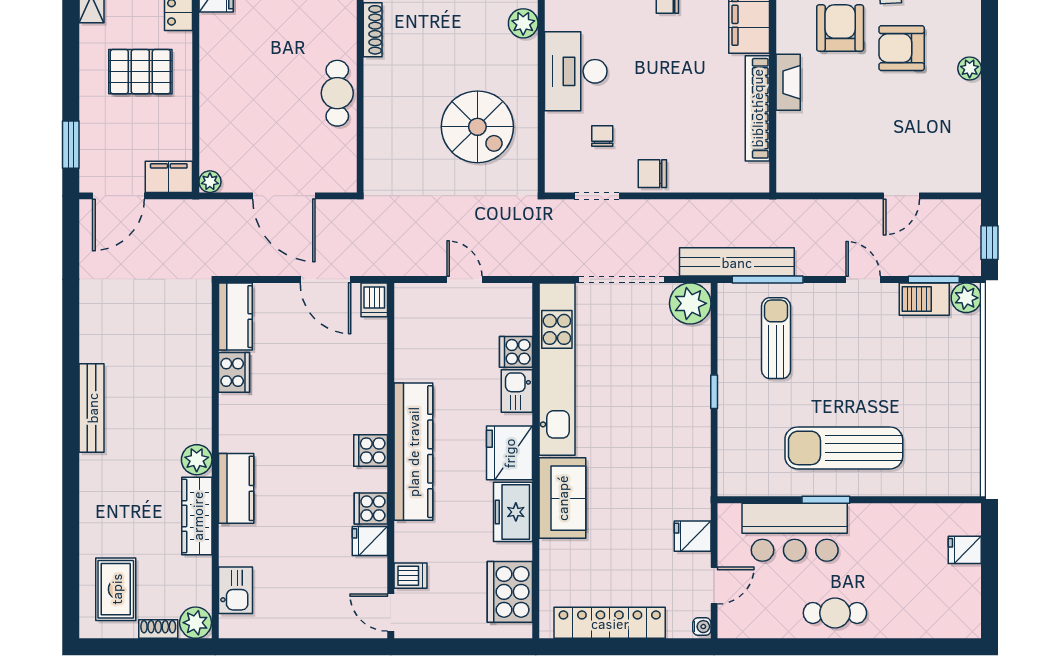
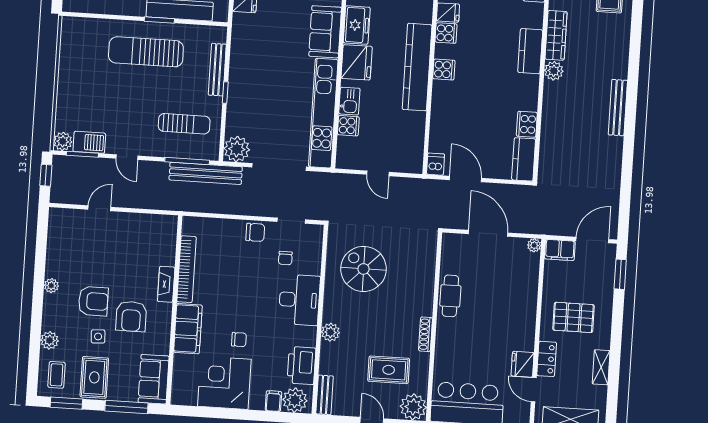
sun lounger: (776, 338) -> (184, 124), turned -90
bench: (729, 427) -> (217, 70), added
sun lounger: (844, 448) -> (146, 52), turned 180

